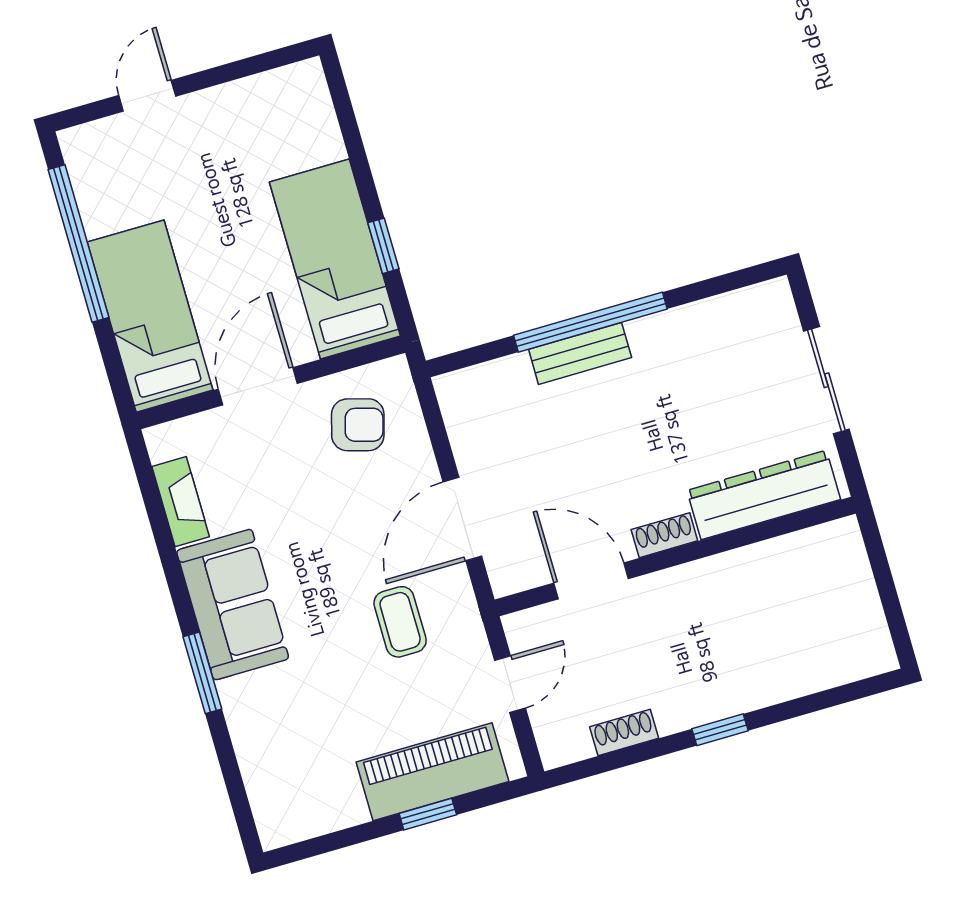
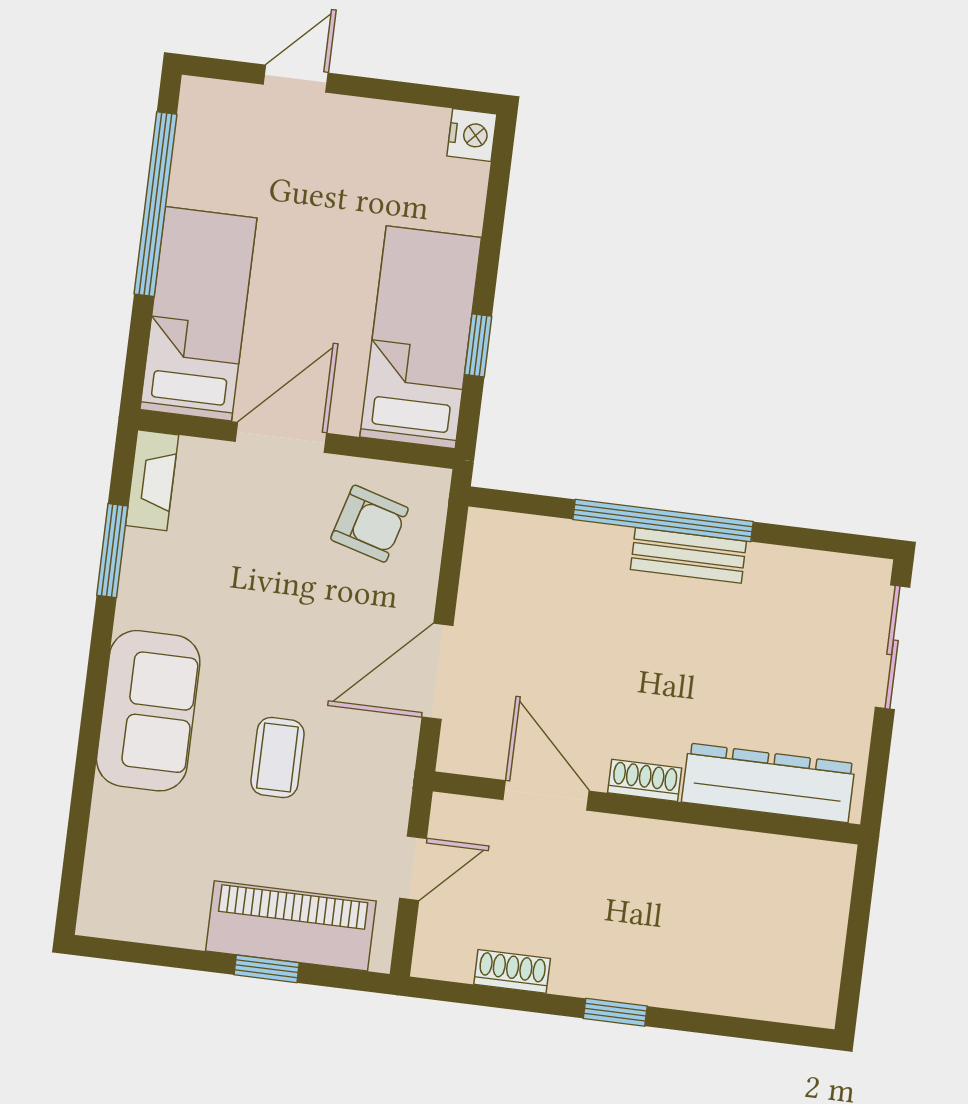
nightstand: (307, 81) -> (472, 135), added
bench: (580, 353) -> (688, 555), moved
sliding door: (826, 380) -> (892, 647), moved
fireplace: (181, 502) -> (152, 480), moved
sofa: (233, 605) -> (148, 711), moved
coffee table: (400, 622) -> (277, 758), moved
window: (202, 673) -> (112, 551), moved

